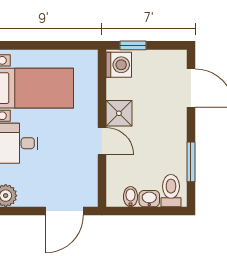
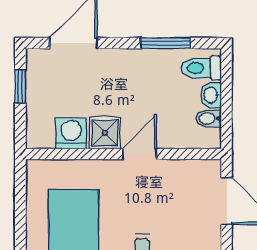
window: (133, 45) -> (20, 86), moved
washing machine: (119, 65) -> (71, 133), moved

